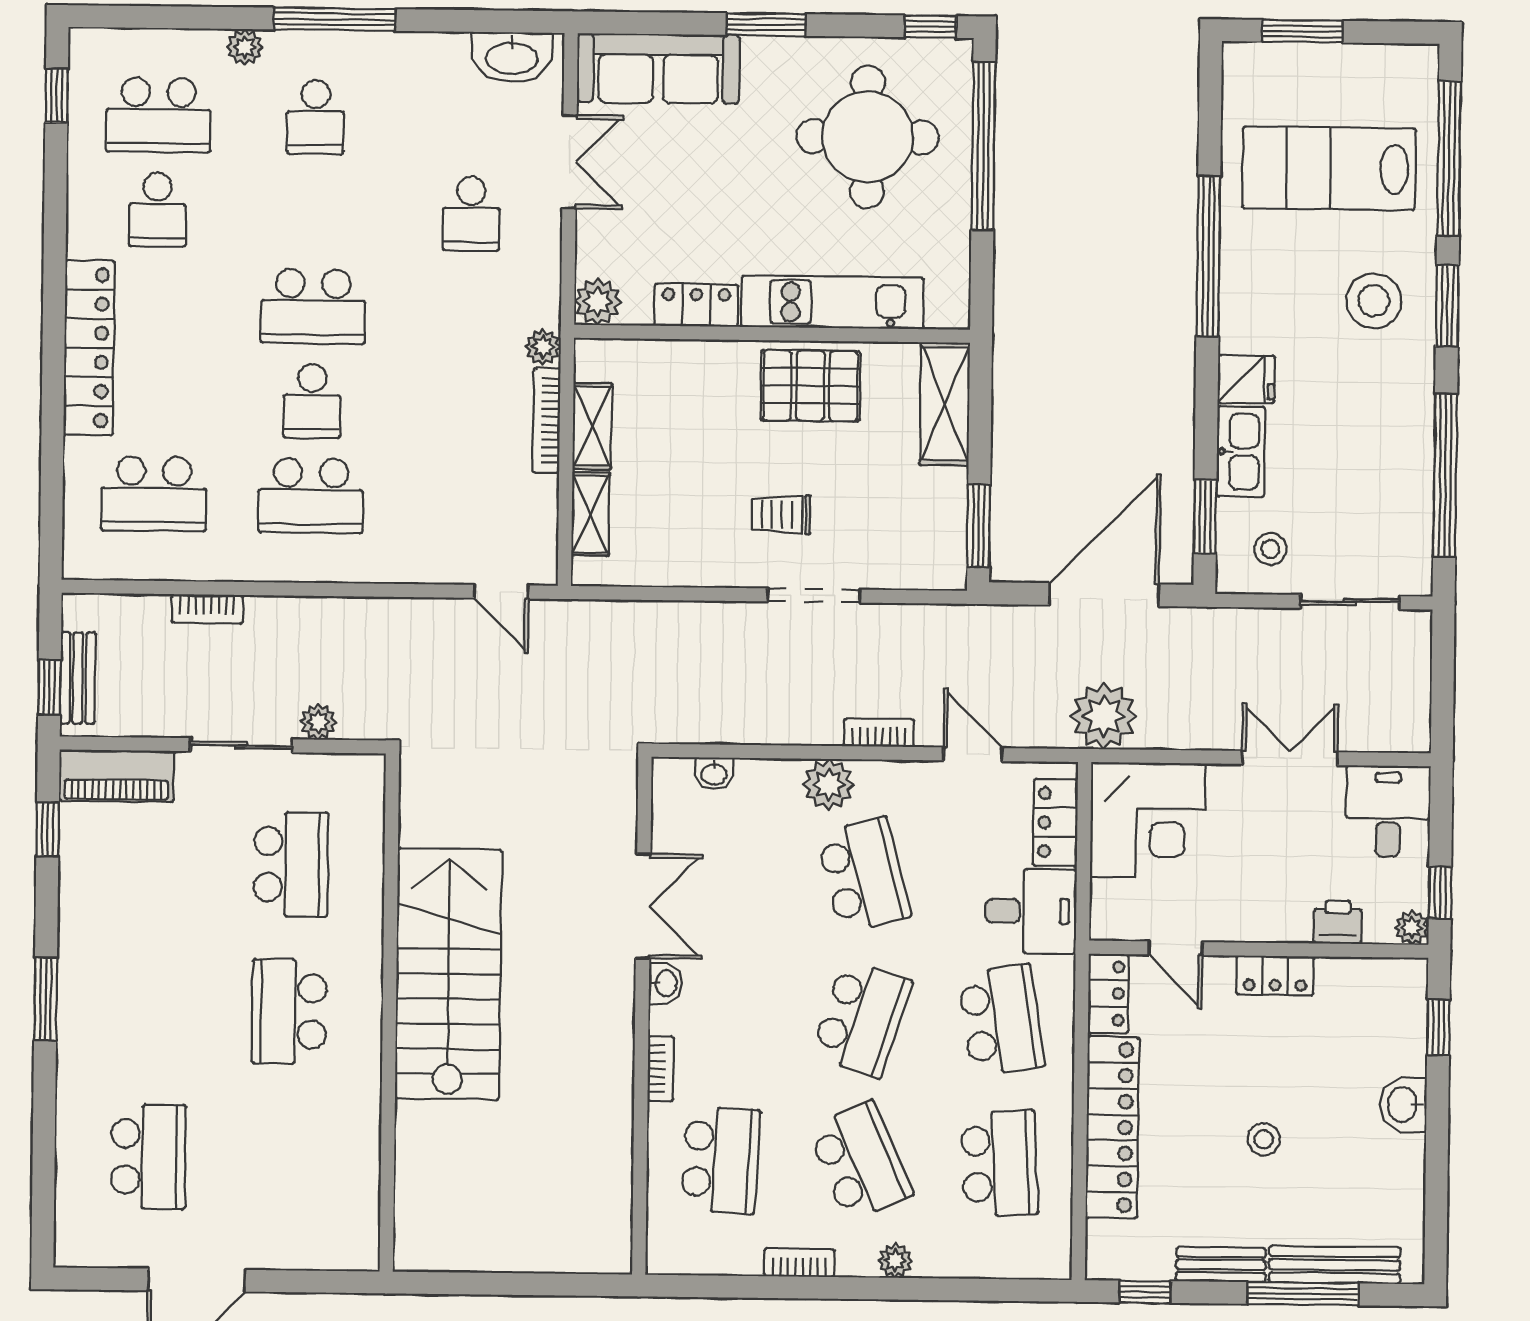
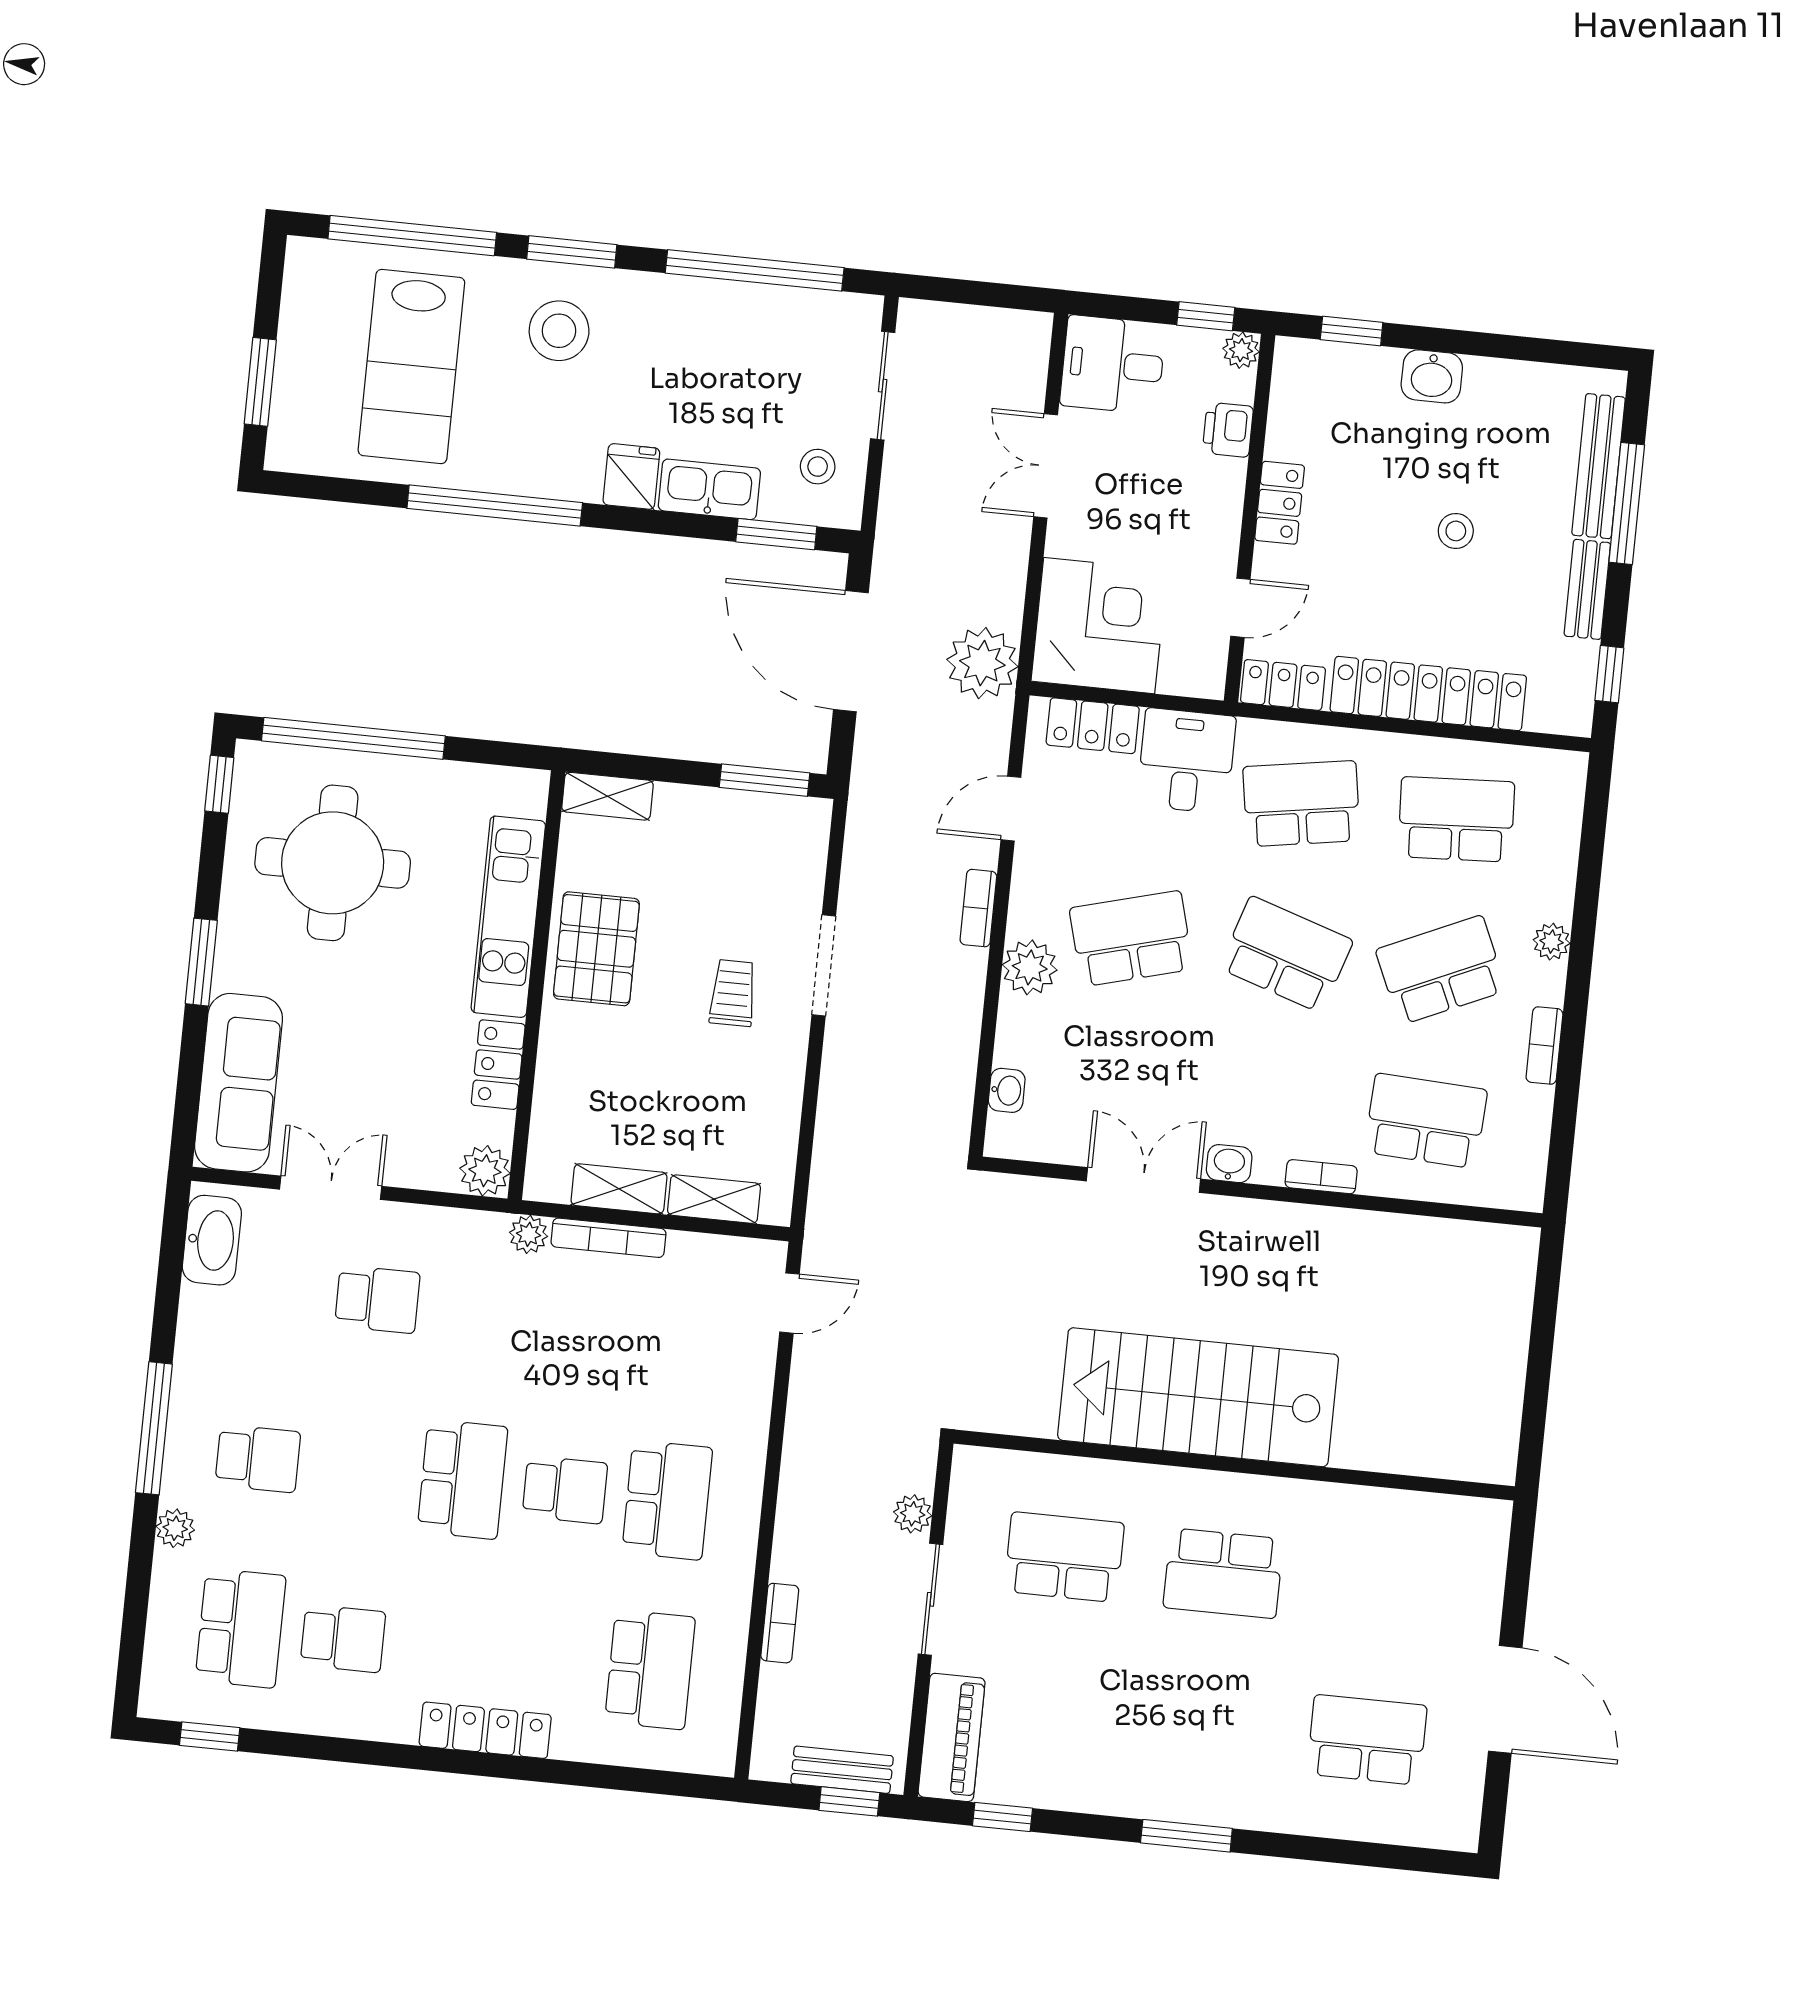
locker: (89, 348) -> (485, 1730), width x0.71, depth x0.83
shelving: (945, 404) -> (607, 796), width x0.67, depth x0.75
trolley: (781, 515) -> (733, 993), turned 180

